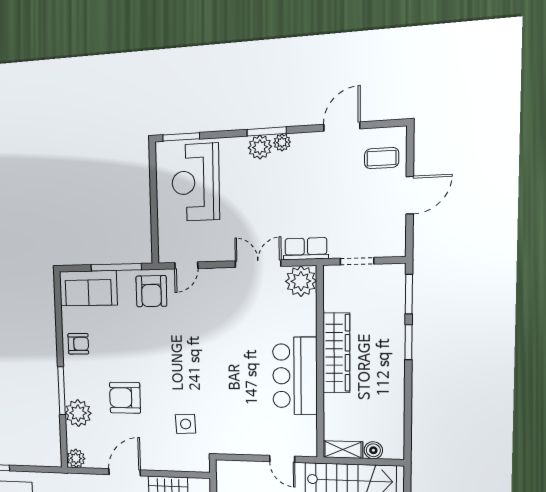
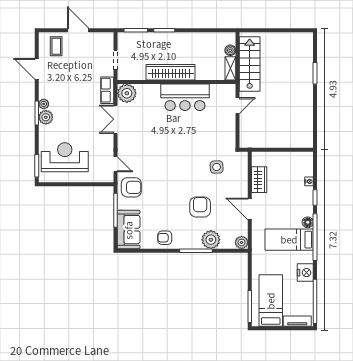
reception desk: (196, 182) -> (65, 157), turned 180
armchair: (78, 344) -> (165, 238), turned -90
armchair: (125, 398) -> (200, 207), turned 180

